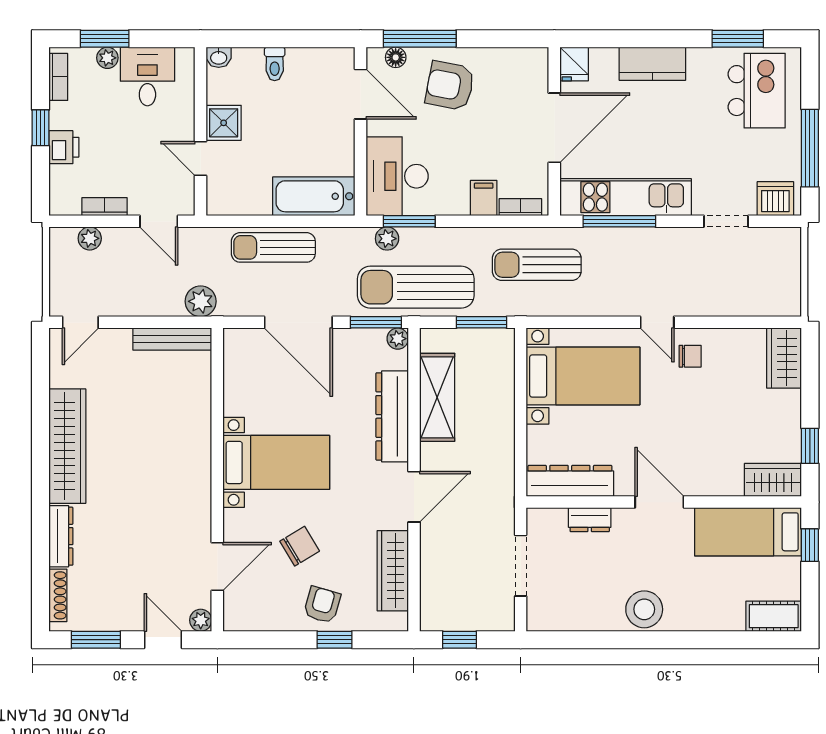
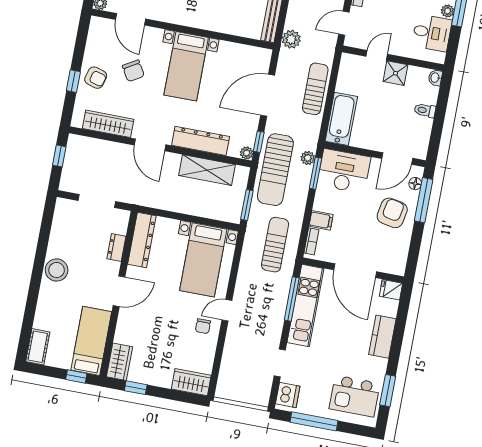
sun lounger: (416, 287) -> (275, 170), turned 180
window: (376, 322) -> (259, 142), width x0.67

